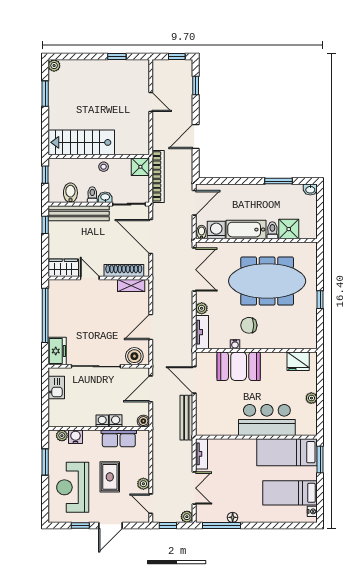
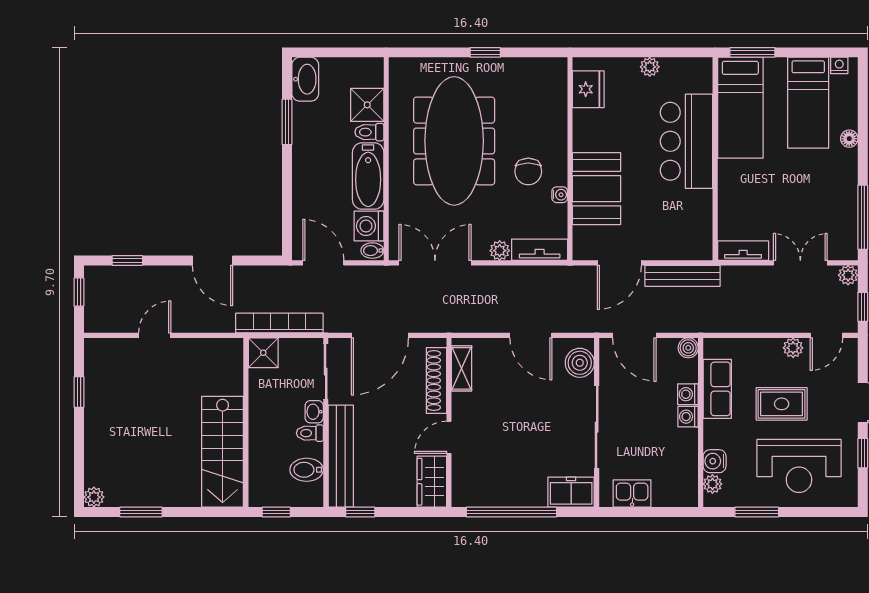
stool: (104, 167) -> (263, 414), removed
washbasin: (310, 189) -> (305, 79), width x1.91, depth x1.45
floor lamp: (233, 517) -> (849, 139), moved

